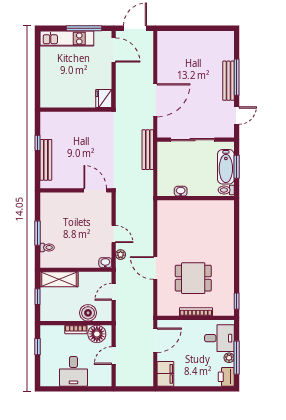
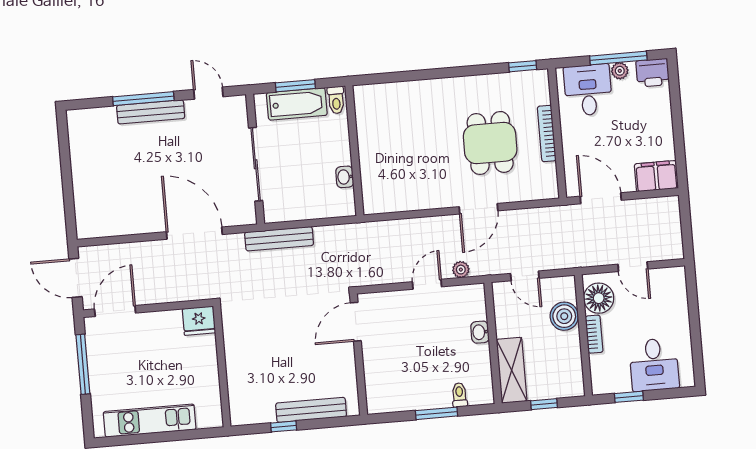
kitchen unit: (67, 38) -> (150, 421), moved, turned -90
washbasin: (105, 263) -> (480, 332), moved
desk: (73, 371) -> (654, 365), moved, turned 90

